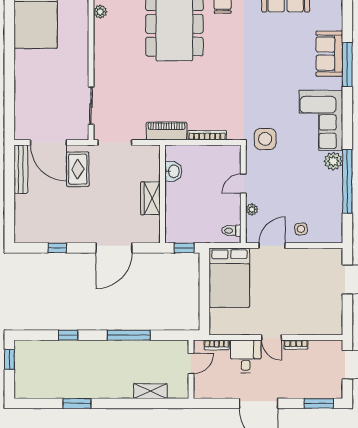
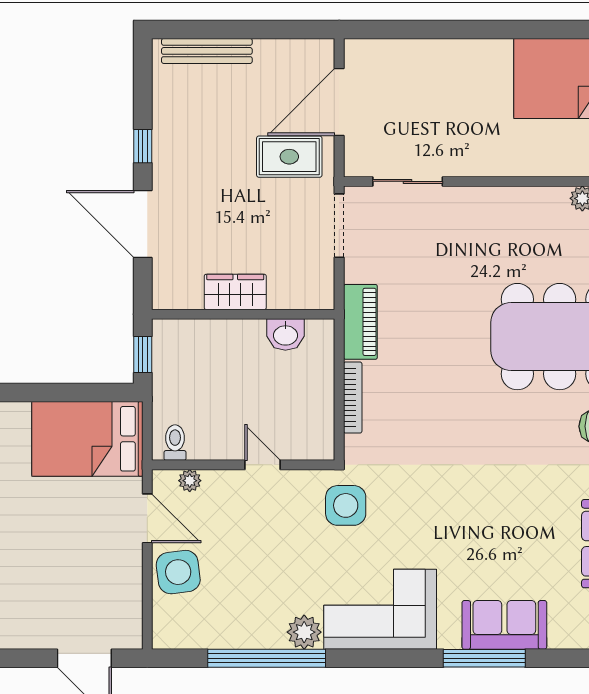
bench: (21, 169) -> (207, 51), moved
plant: (252, 209) -> (190, 481), moved
side table: (301, 229) -> (178, 572), width x1.87, depth x1.87
window: (57, 248) -> (143, 146), moved

